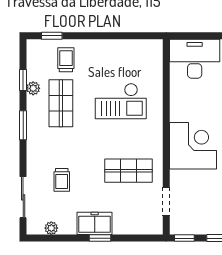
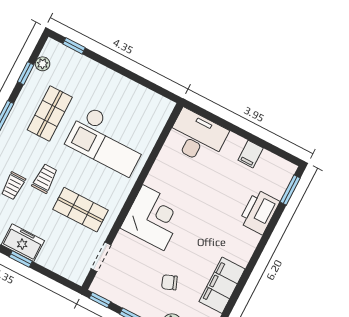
trolley: (66, 60) -> (45, 179), moved
plant: (33, 88) -> (43, 64), moved
checkout: (121, 101) -> (107, 141), width x1.36, depth x1.21

